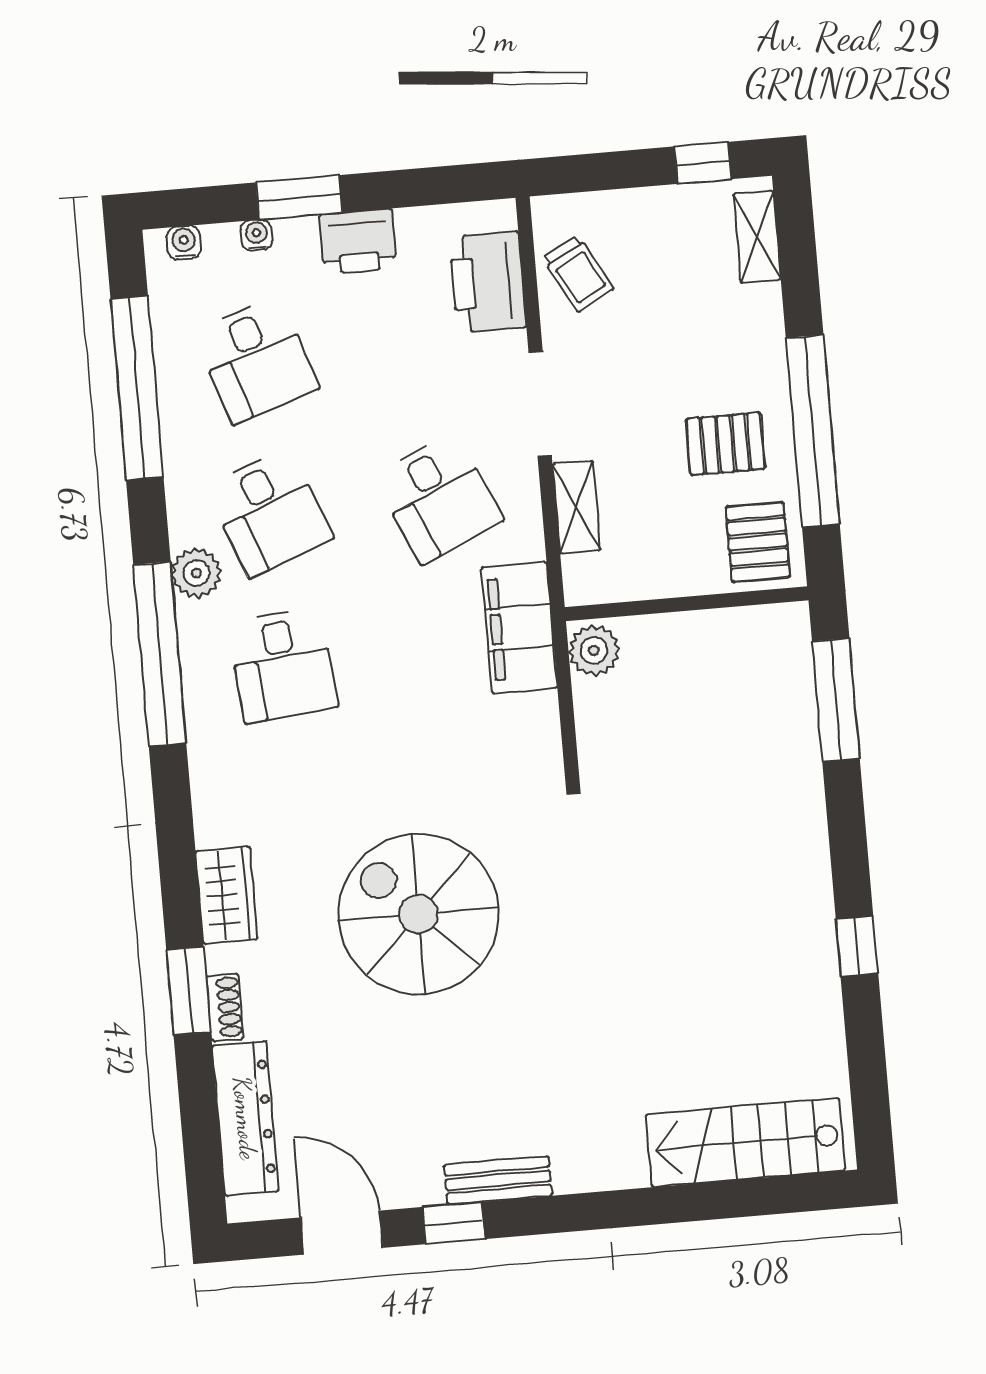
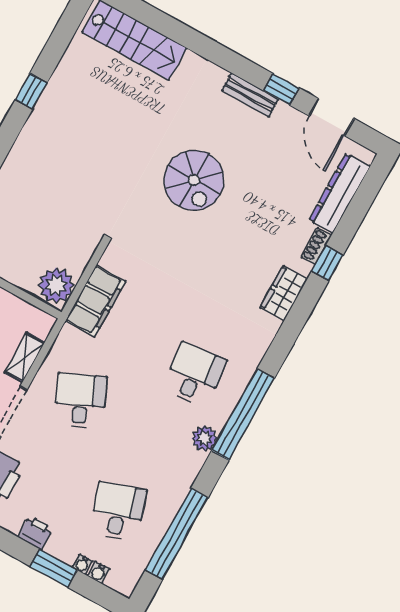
printer: (358, 241) -> (35, 533), width x0.73, depth x0.81
water cooler: (184, 243) -> (98, 573), moved
desk: (269, 513) -> (156, 443), removed
filing cabinet: (519, 627) -> (95, 301), moved
plant: (594, 650) -> (56, 285), width x1.36, depth x1.36
spiral stairs: (418, 914) -> (194, 180), moved, width x0.73, depth x0.73
window: (189, 991) -> (327, 263), width x0.67

